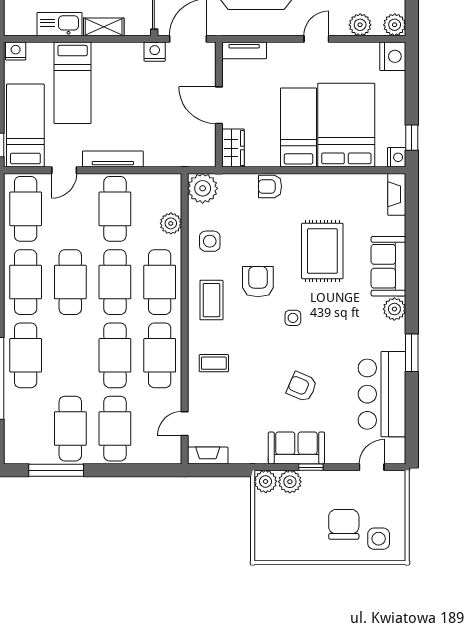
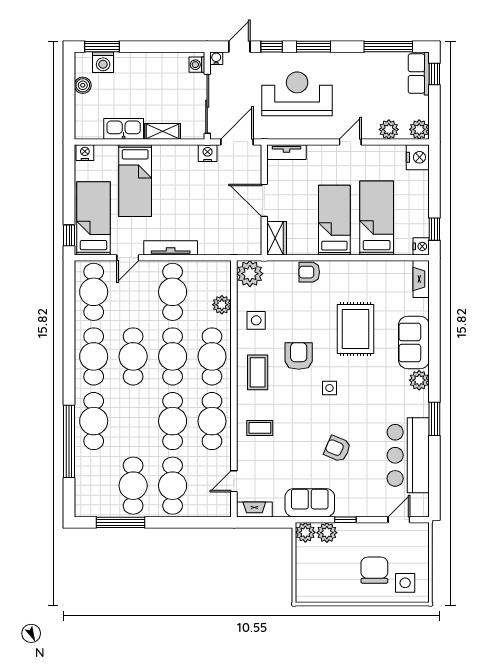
bed: (346, 125) -> (377, 218), width x0.67
sofa: (296, 448) -> (310, 503), moved

